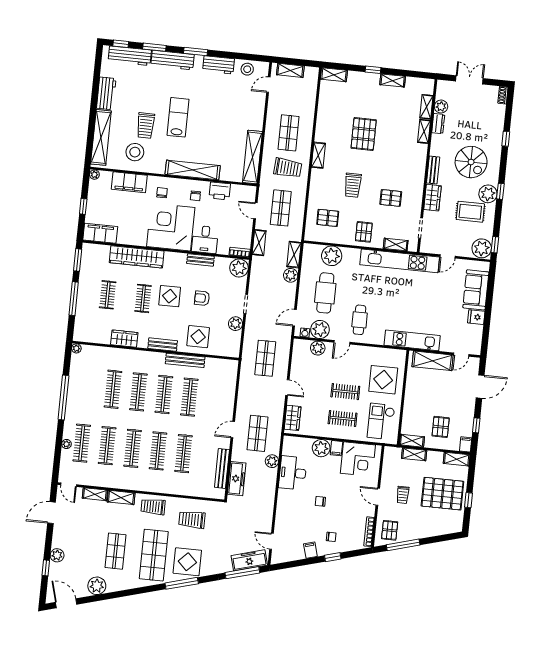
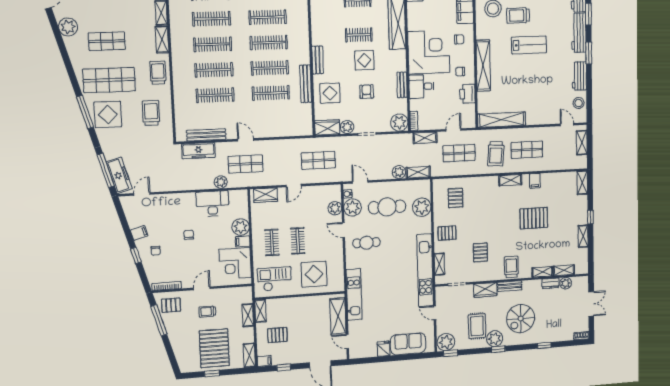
filing cabinet: (323, 128) -> (535, 181), added
trolley: (353, 185) -> (511, 267), moved, turned 90
wardrobe: (124, 339) -> (327, 127), moved, turned -90

